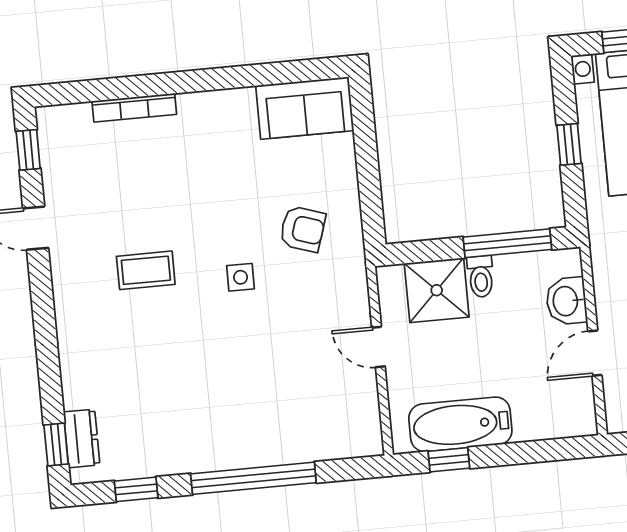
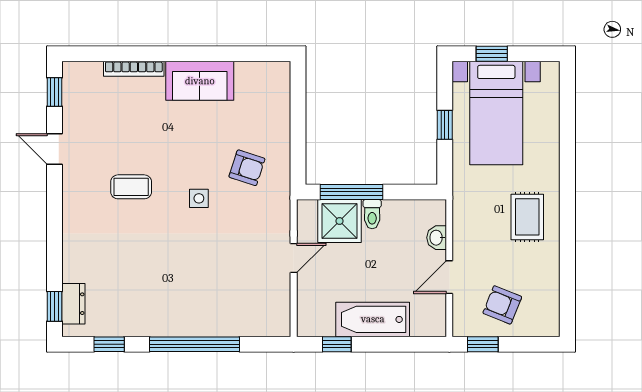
sofa: (305, 108) -> (200, 81), moved
window: (507, 243) -> (352, 192), moved
washbasin: (566, 301) -> (437, 238), width x0.72, depth x0.69
door: (378, 347) -> (294, 258), swing flipped
bathtub: (460, 424) -> (373, 319), moved

